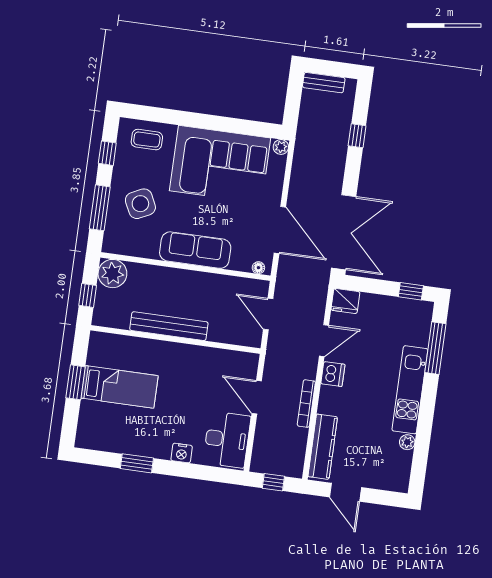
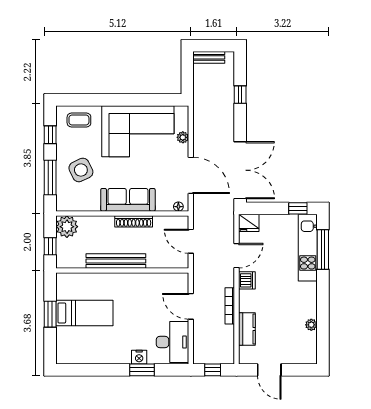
plant: (281, 147) -> (183, 137), moved
shoe rack: (199, 279) -> (134, 221), added
kitchen unit: (410, 390) -> (308, 248), moved
kitchen counter: (323, 447) -> (247, 329), width x0.67
window: (137, 463) -> (142, 370), moved

